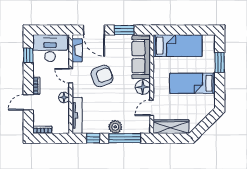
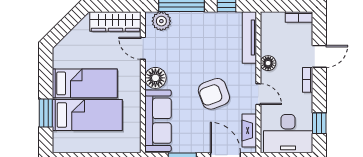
bed: (178, 46) -> (87, 115), moved, turned 180
door: (152, 108) -> (143, 48), swing flipped
plant: (115, 127) -> (161, 21), moved

